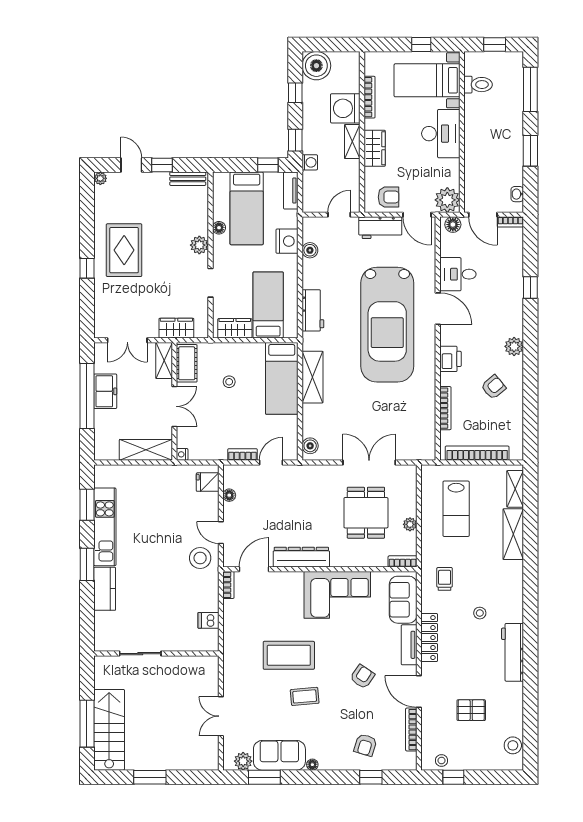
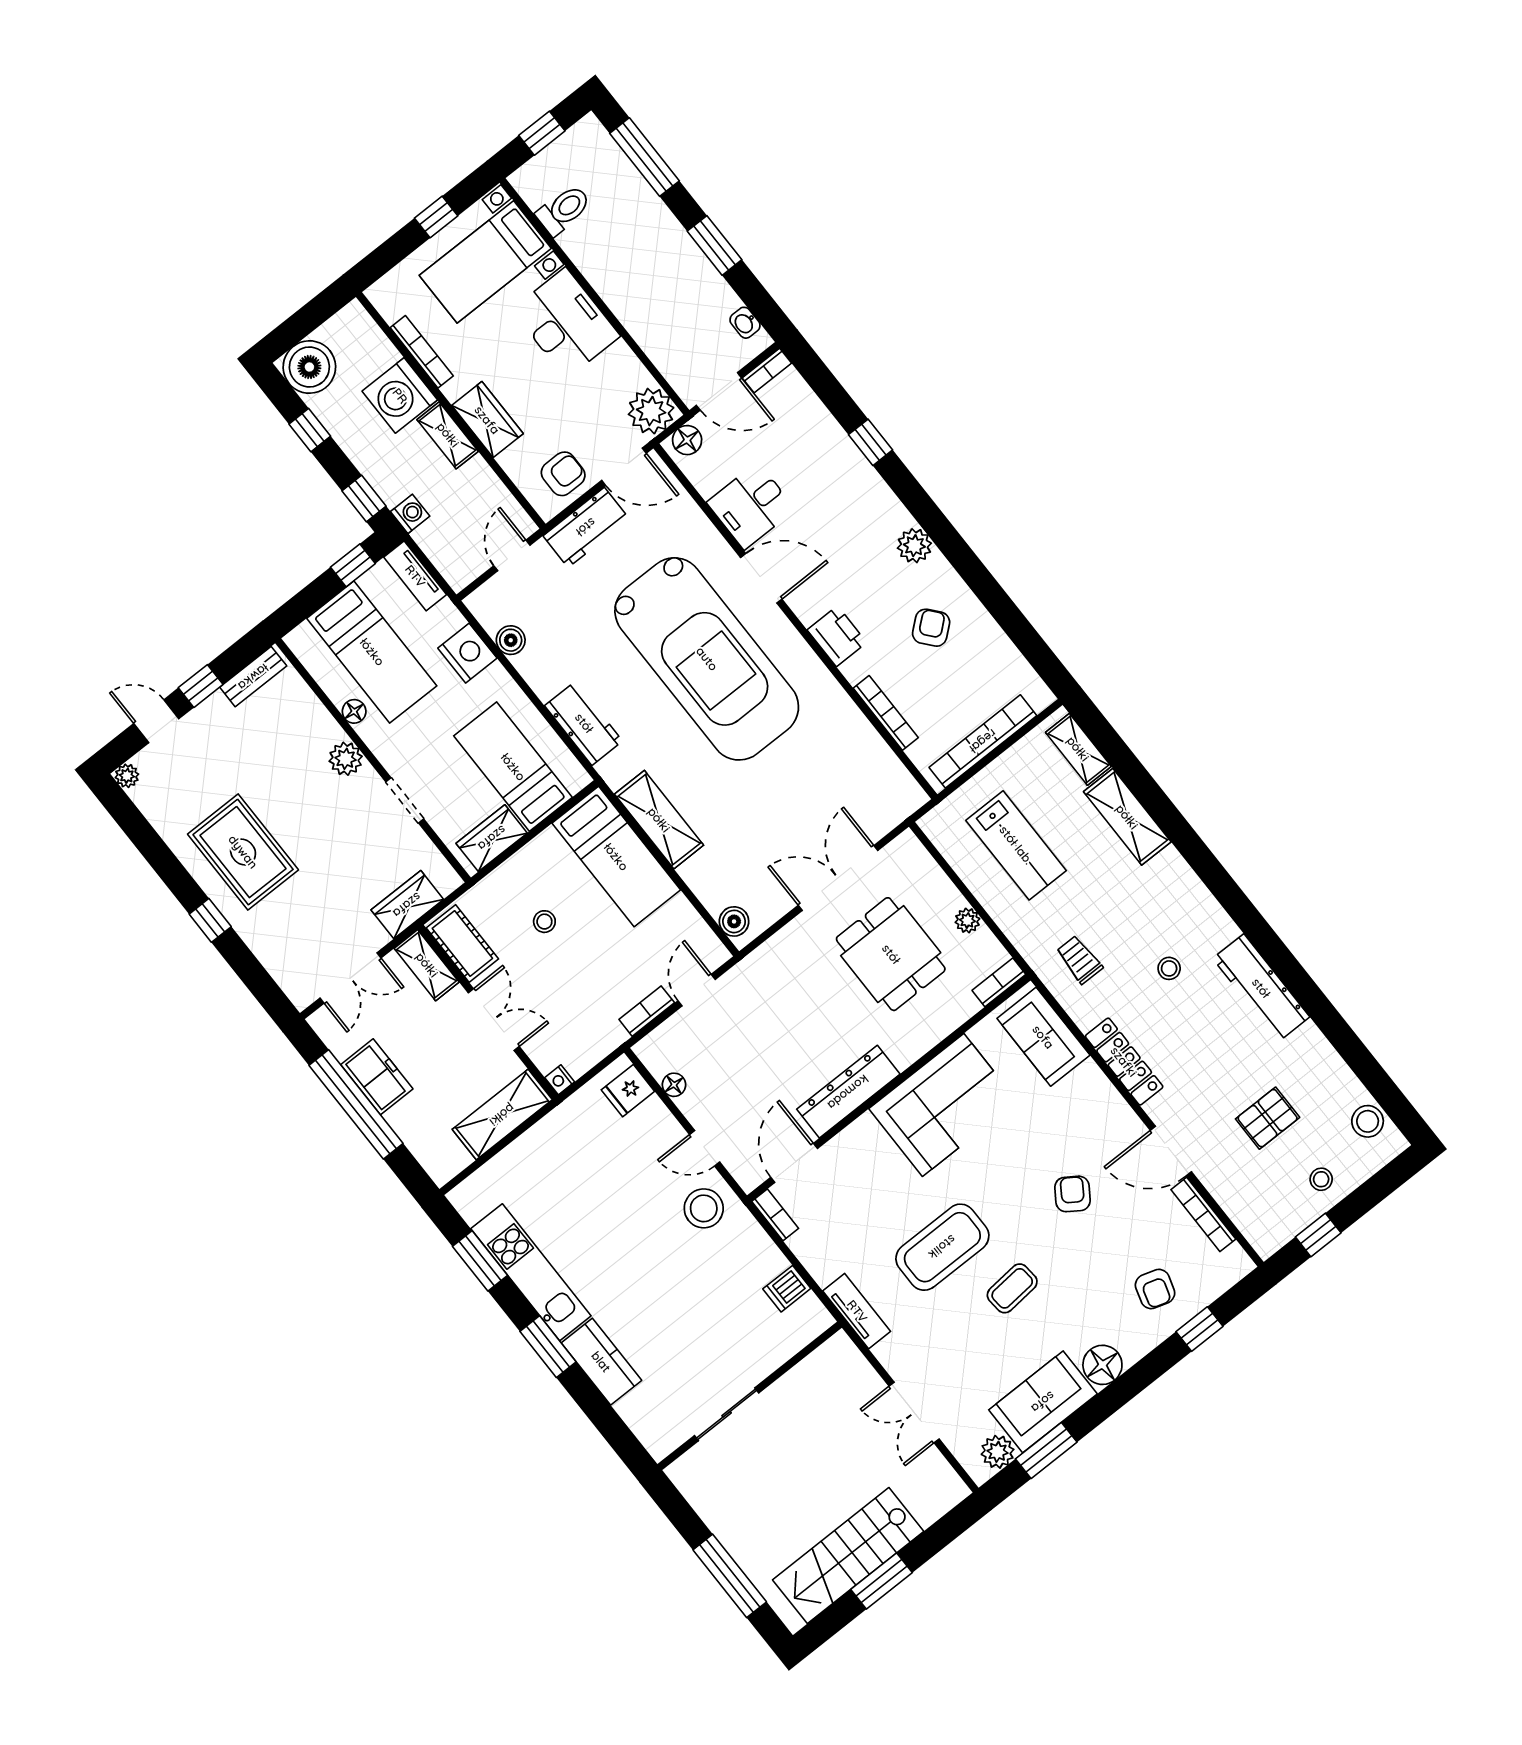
tv unit: (409, 645) -> (857, 1311), moved, turned 180
stairs: (109, 730) -> (848, 1556), moved, turned -90
stool: (442, 761) -> (1321, 1179), moved
floor lamp: (312, 765) -> (1102, 1365), width x1.89, depth x1.89

